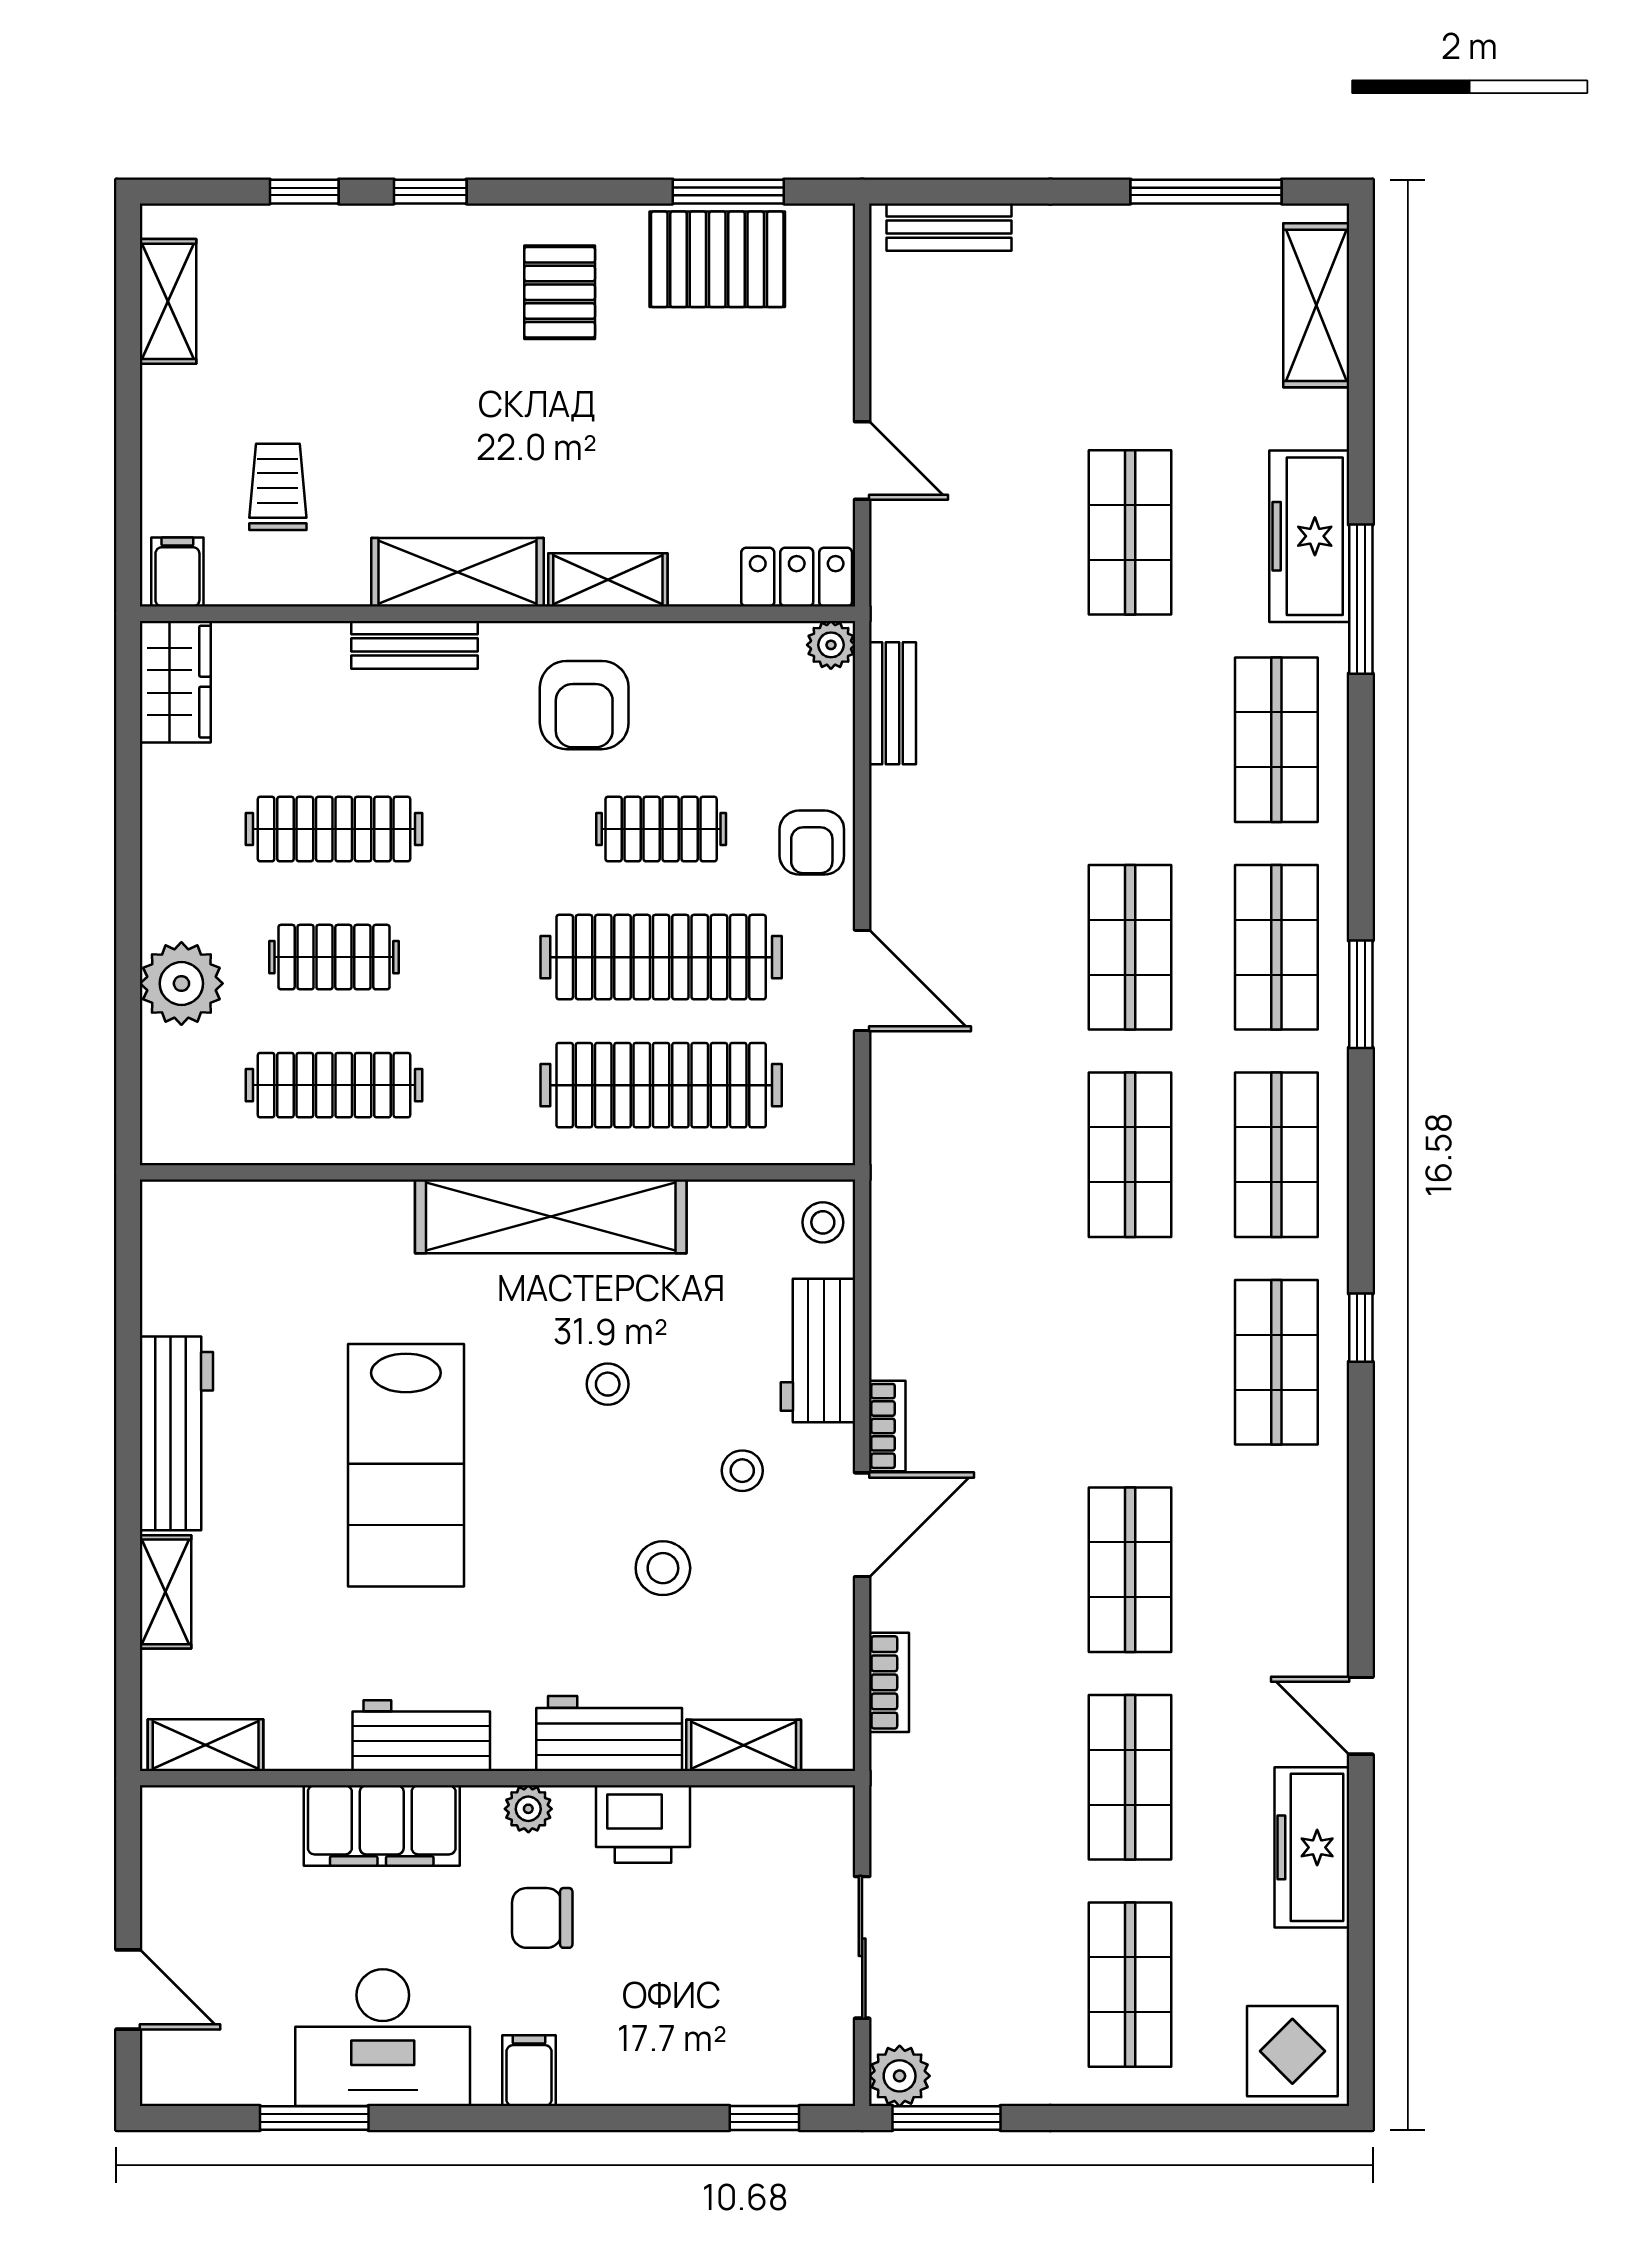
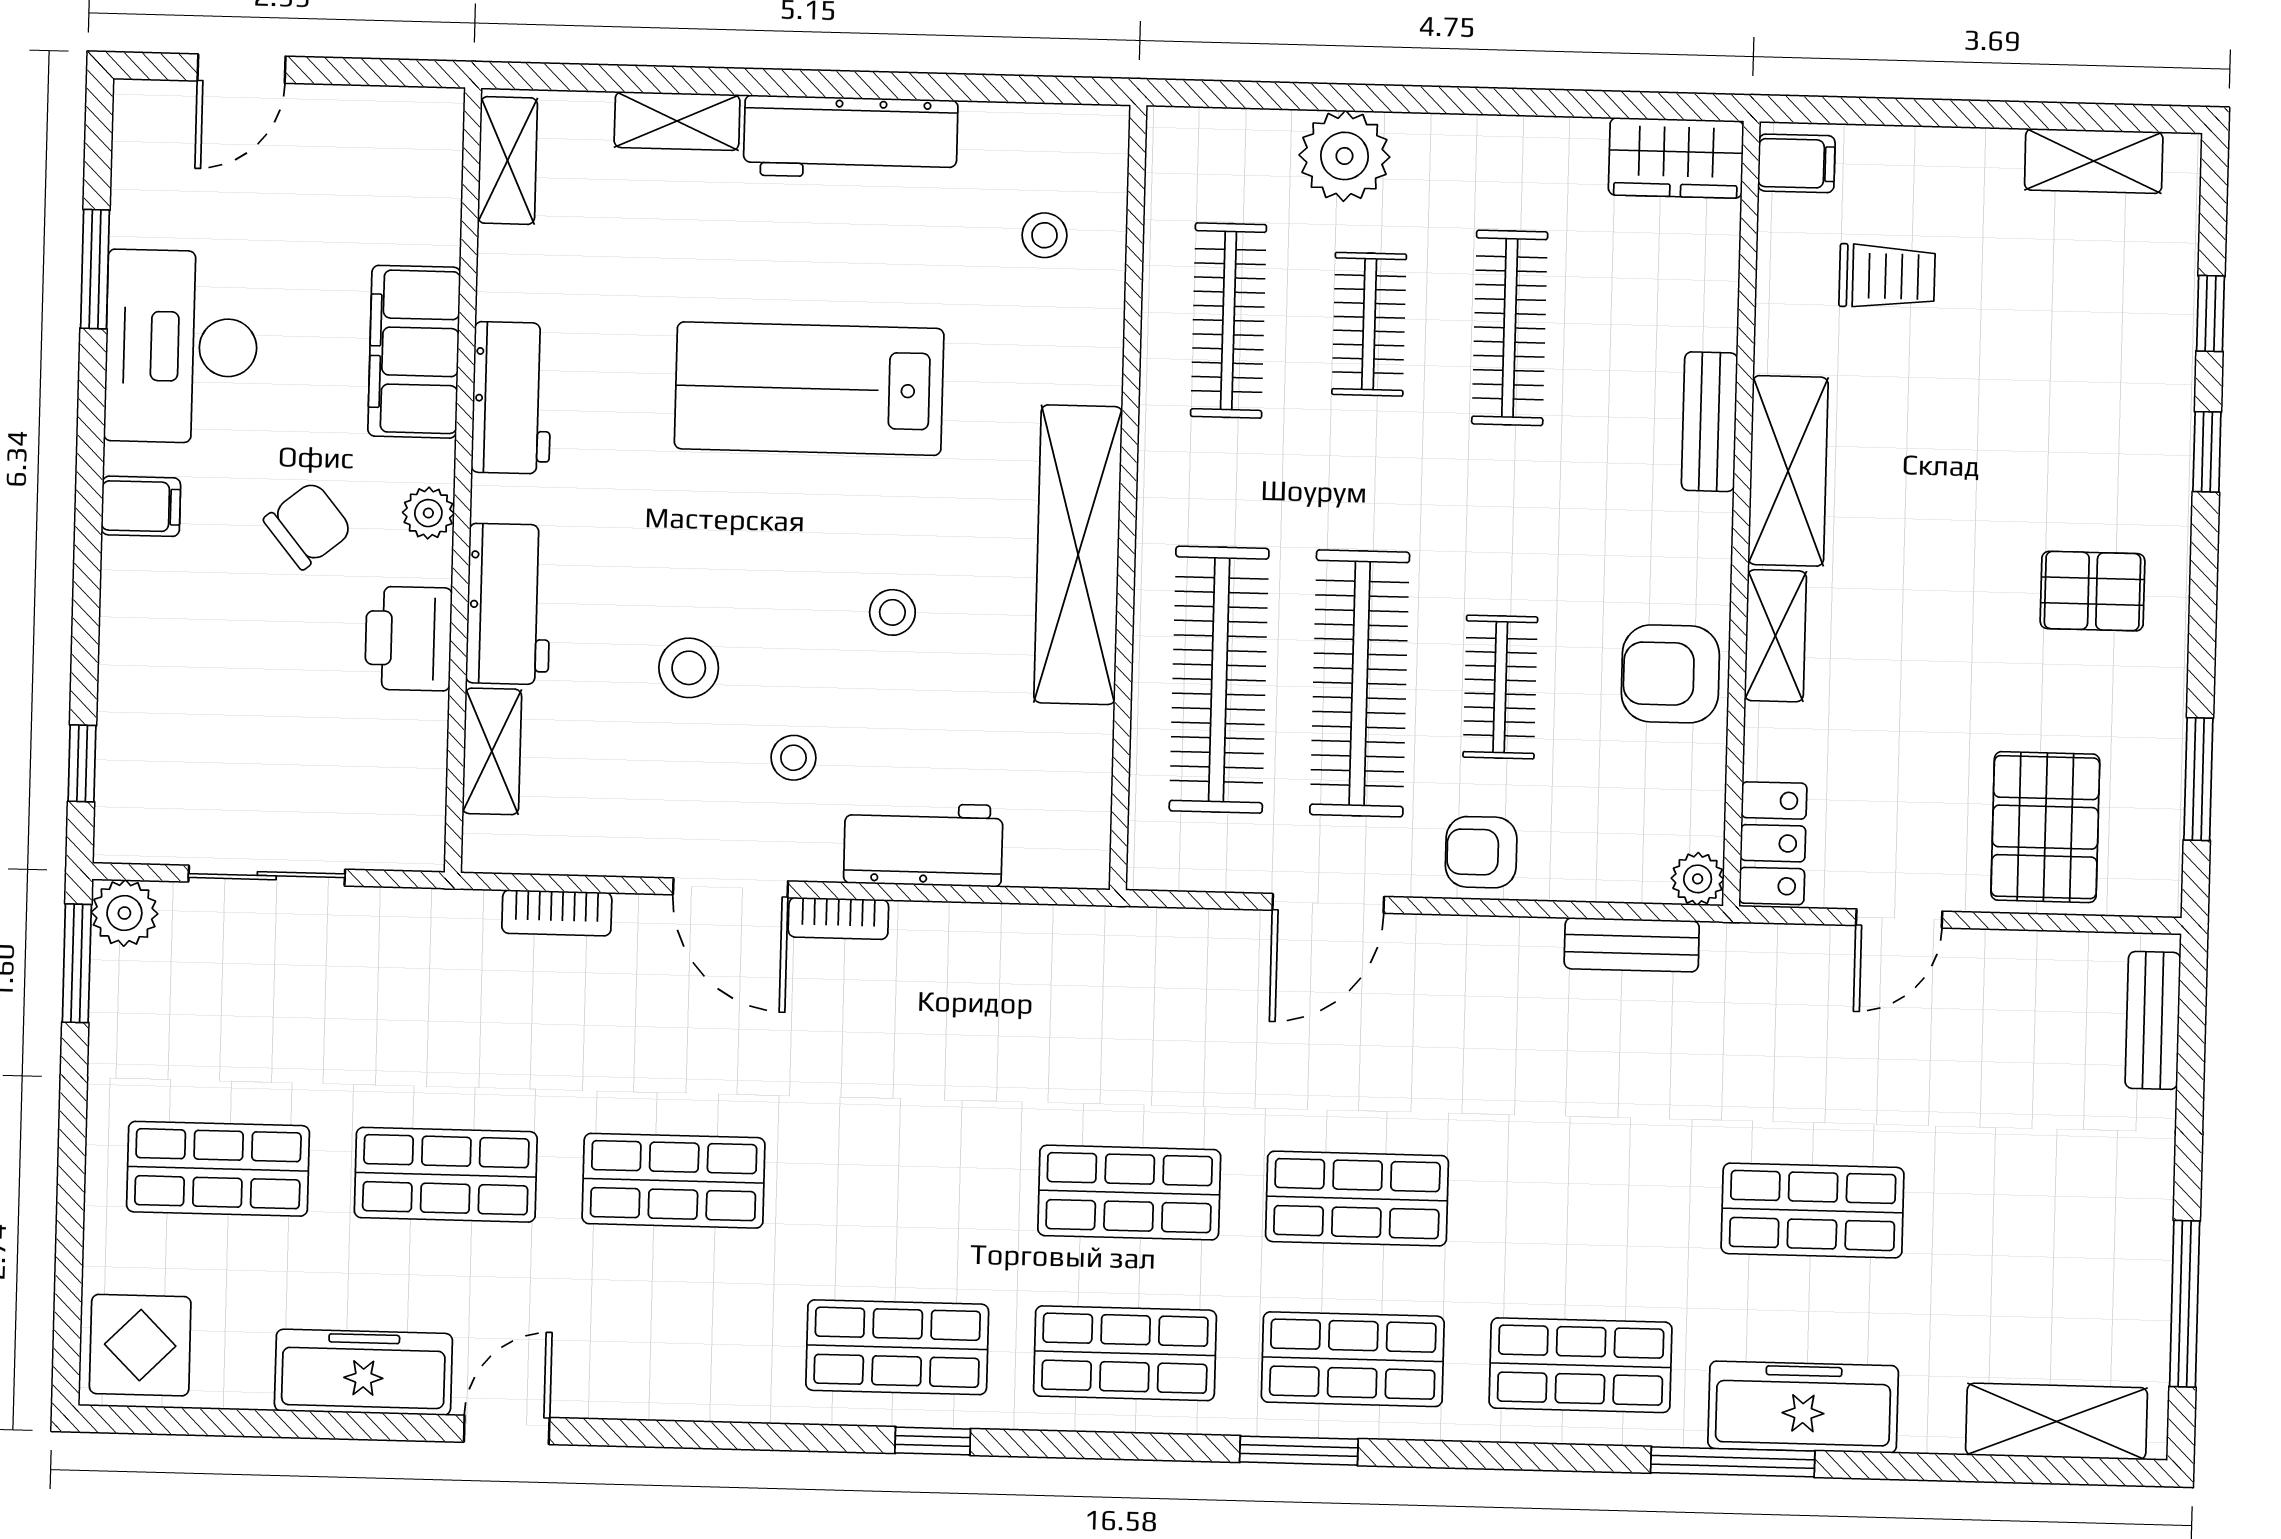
pallet: (717, 259) -> (2045, 827), moved
armchair: (584, 705) -> (1670, 674), moved
stool: (823, 1222) -> (1045, 235), moved
chair: (542, 1918) -> (308, 525), turned 51

